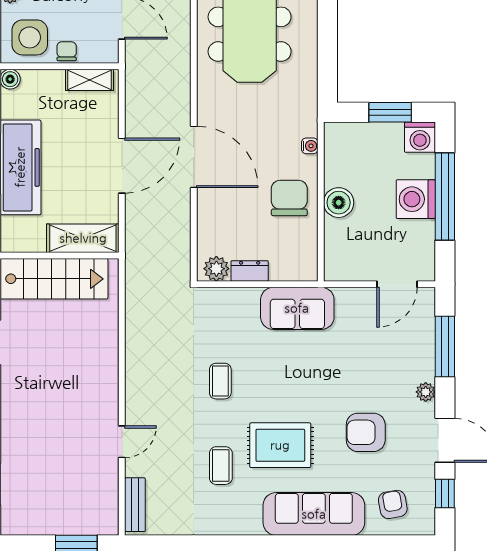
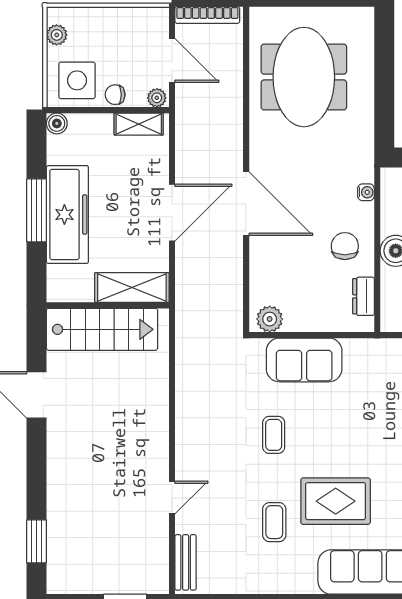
chair: (67, 51) -> (115, 95), turned -90
plant: (107, 54) -> (157, 98), added
chair: (289, 198) -> (345, 246), width x0.73, depth x0.73
dresser: (250, 271) -> (363, 296), moved, turned -90
sofa: (297, 308) -> (304, 360), moved

